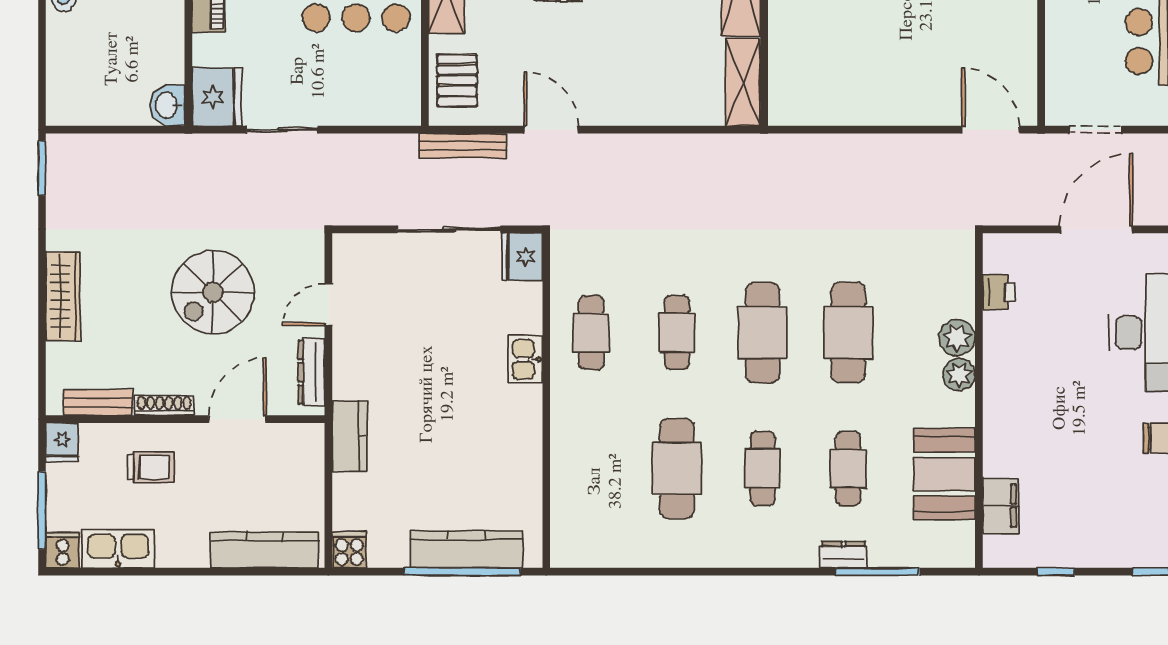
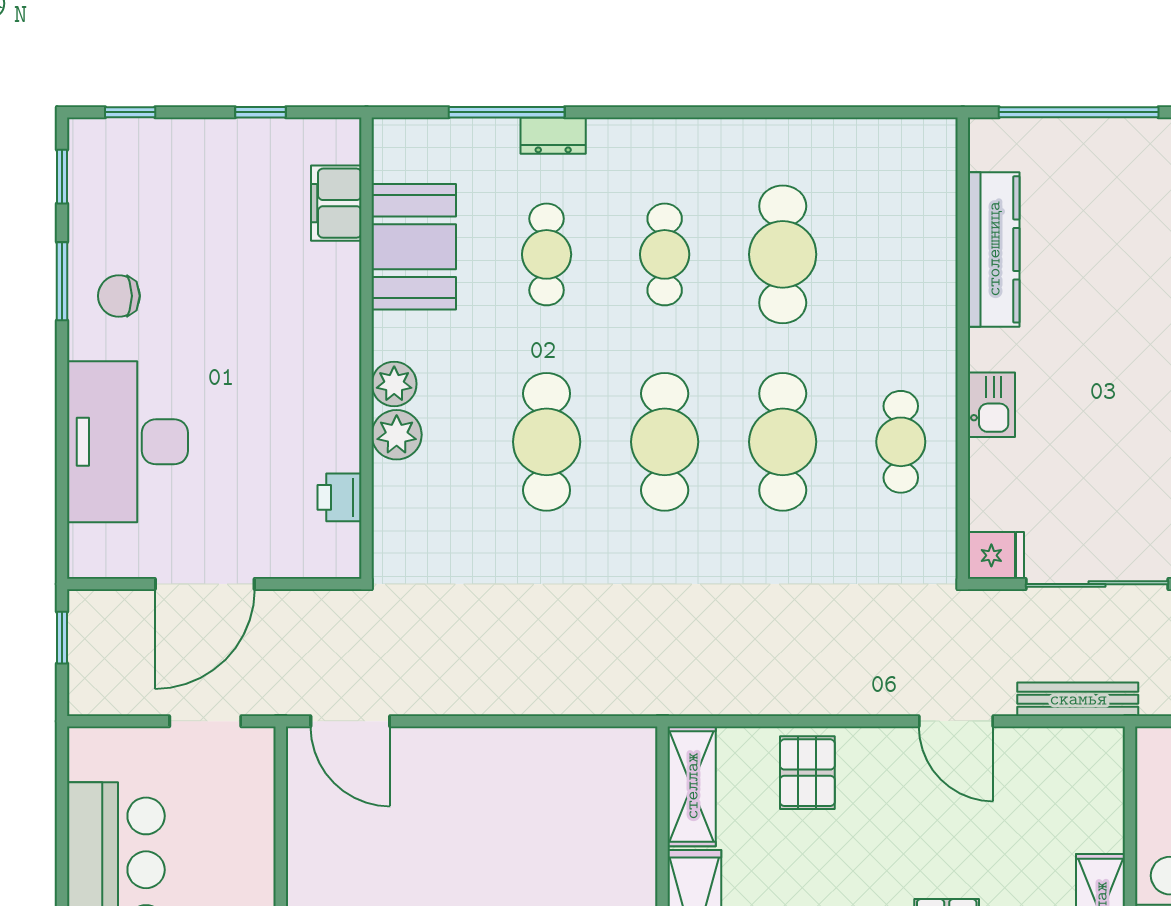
pallet: (457, 80) -> (807, 773), moved
fridge: (522, 257) -> (996, 555), width x0.72
cafe table: (677, 333) -> (783, 442), width x1.37, depth x1.35
kitchen counter: (466, 549) -> (994, 249), moved, turned -90

